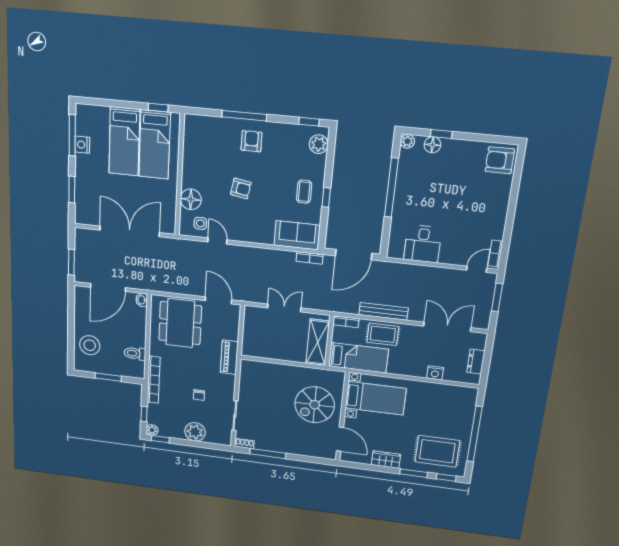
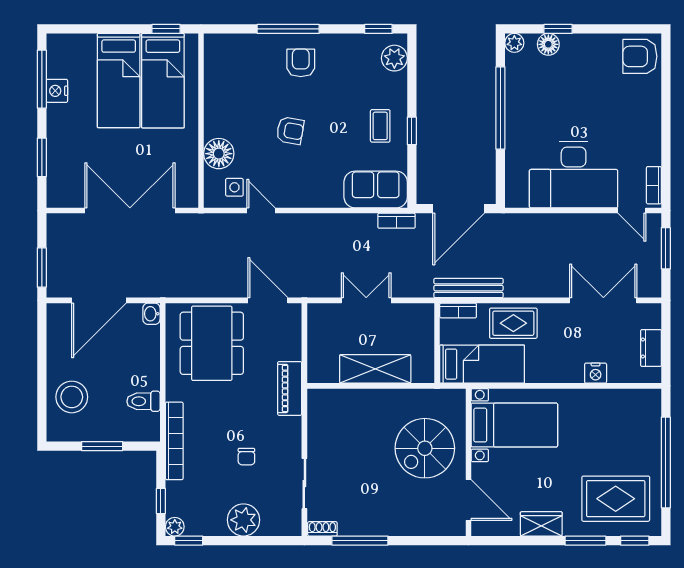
desk: (423, 244) -> (574, 175), width x1.87, depth x1.30
door: (477, 269) -> (632, 211), swing flipped
bench: (384, 311) -> (469, 288), moved
shelving: (318, 342) -> (375, 369), moved, turned 90

